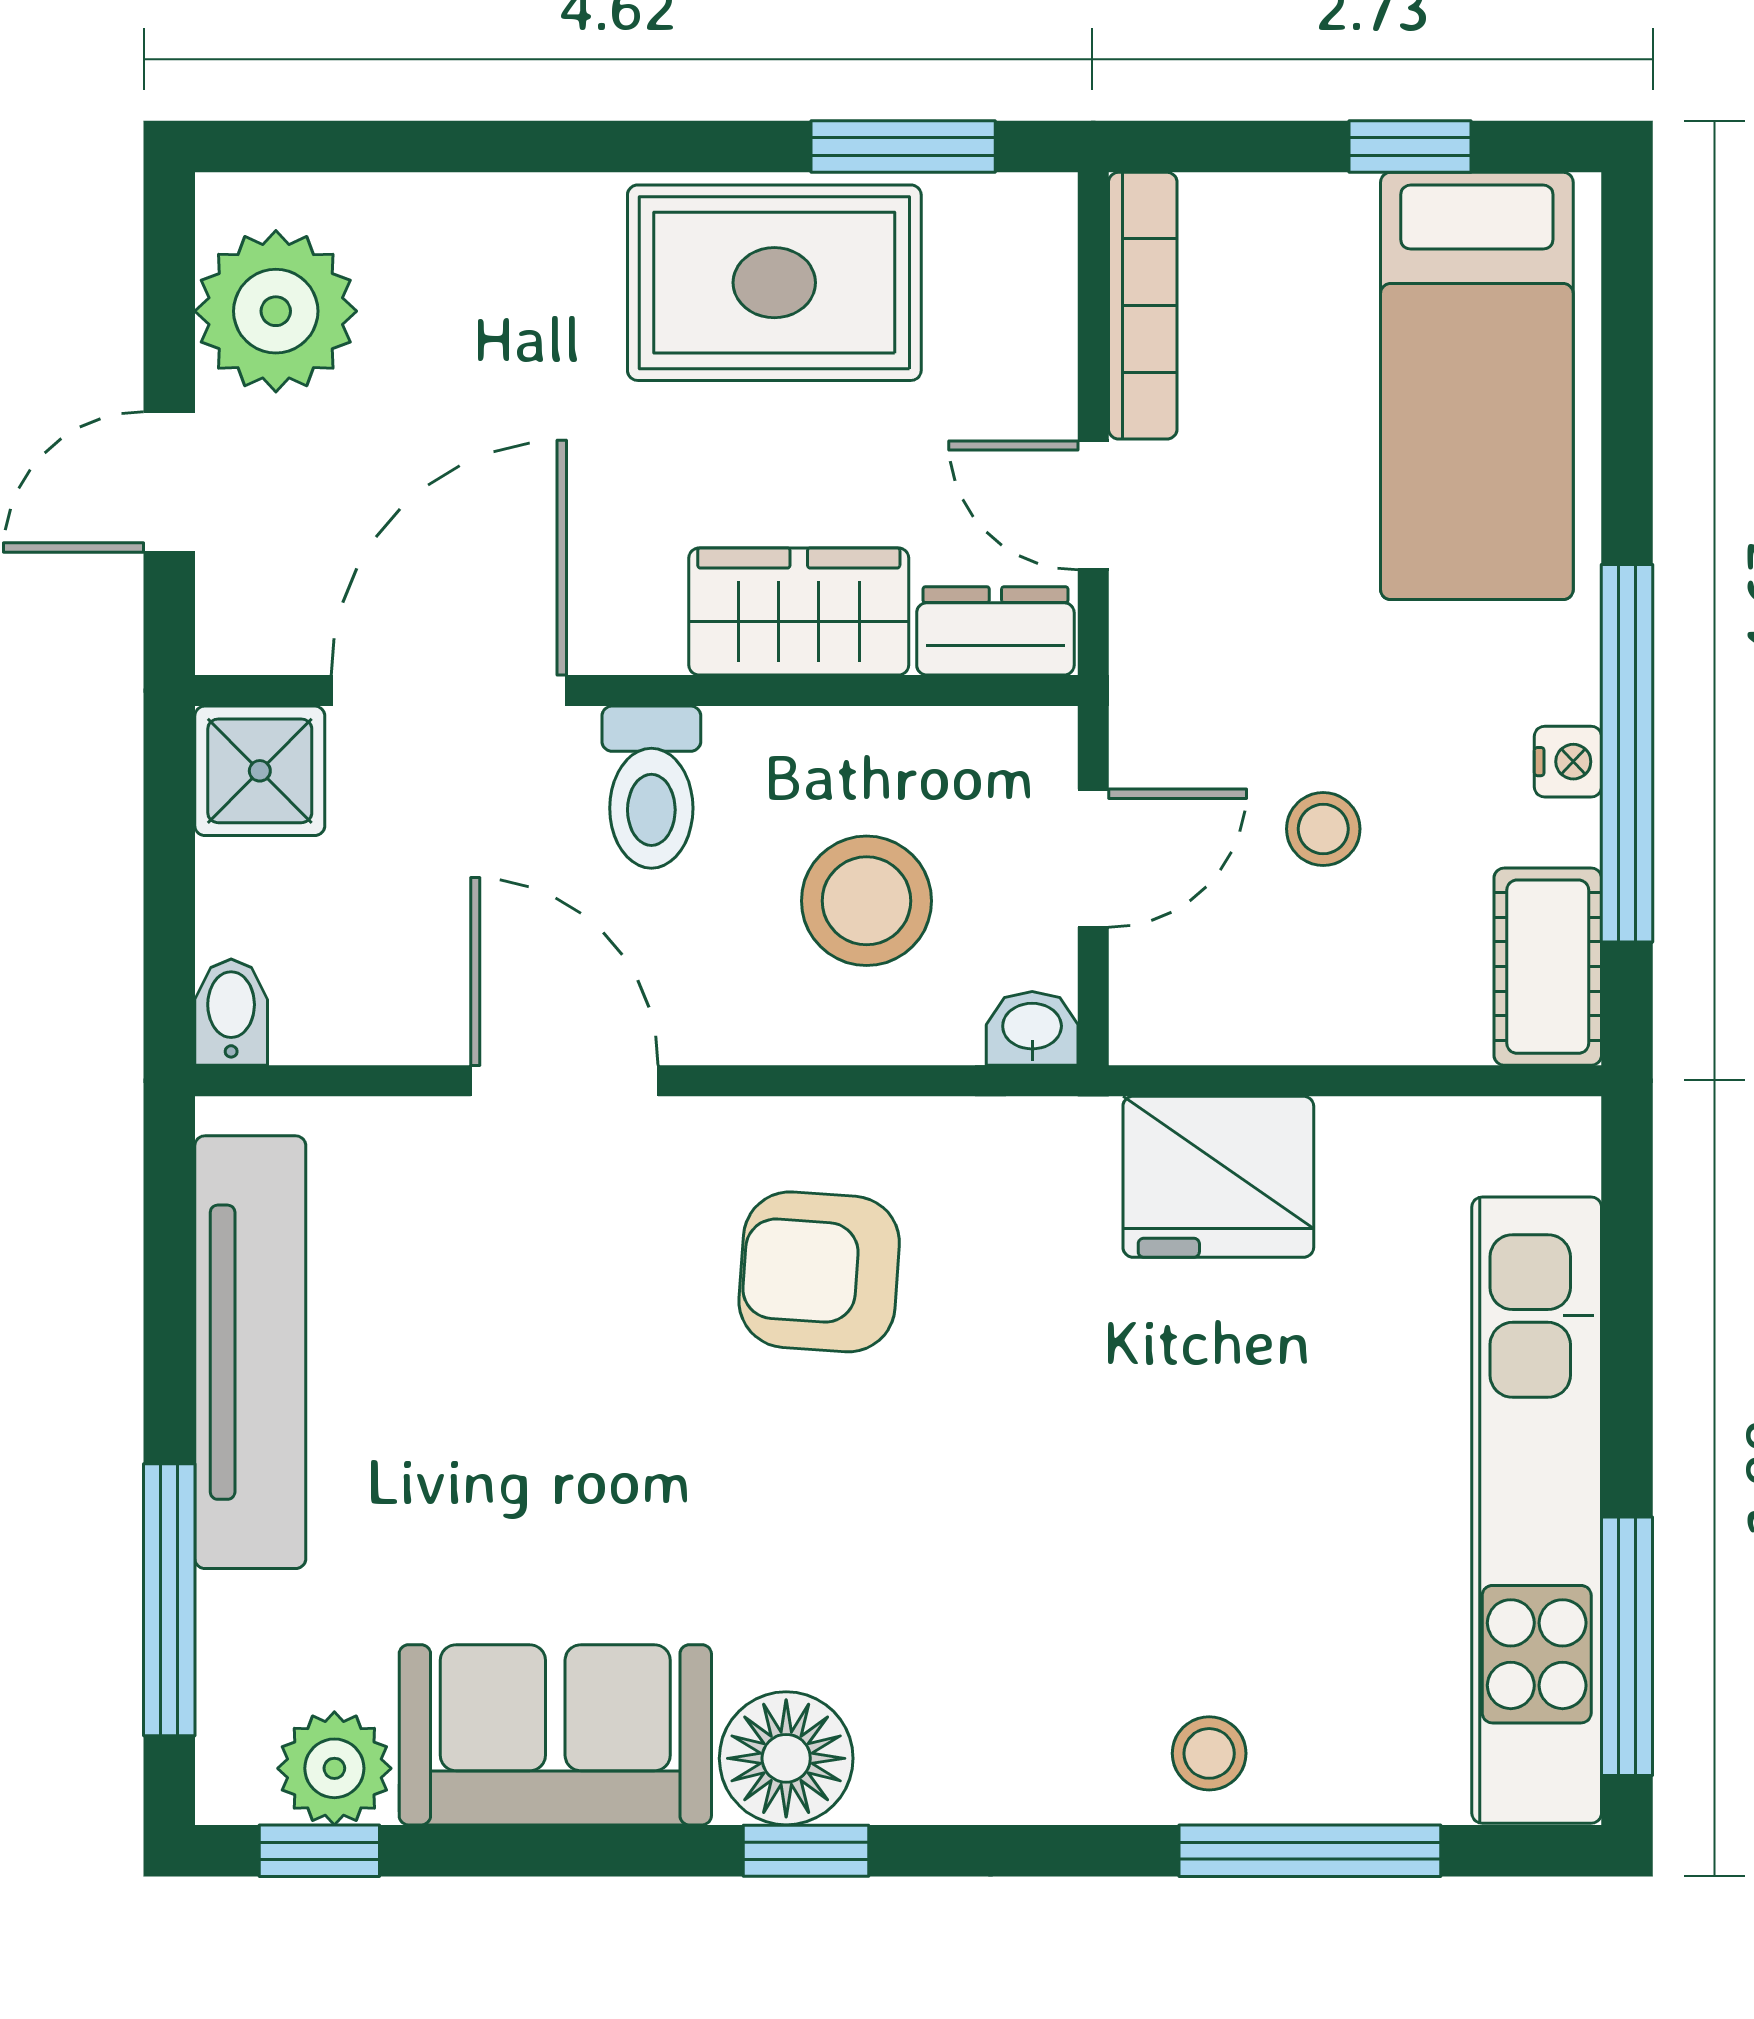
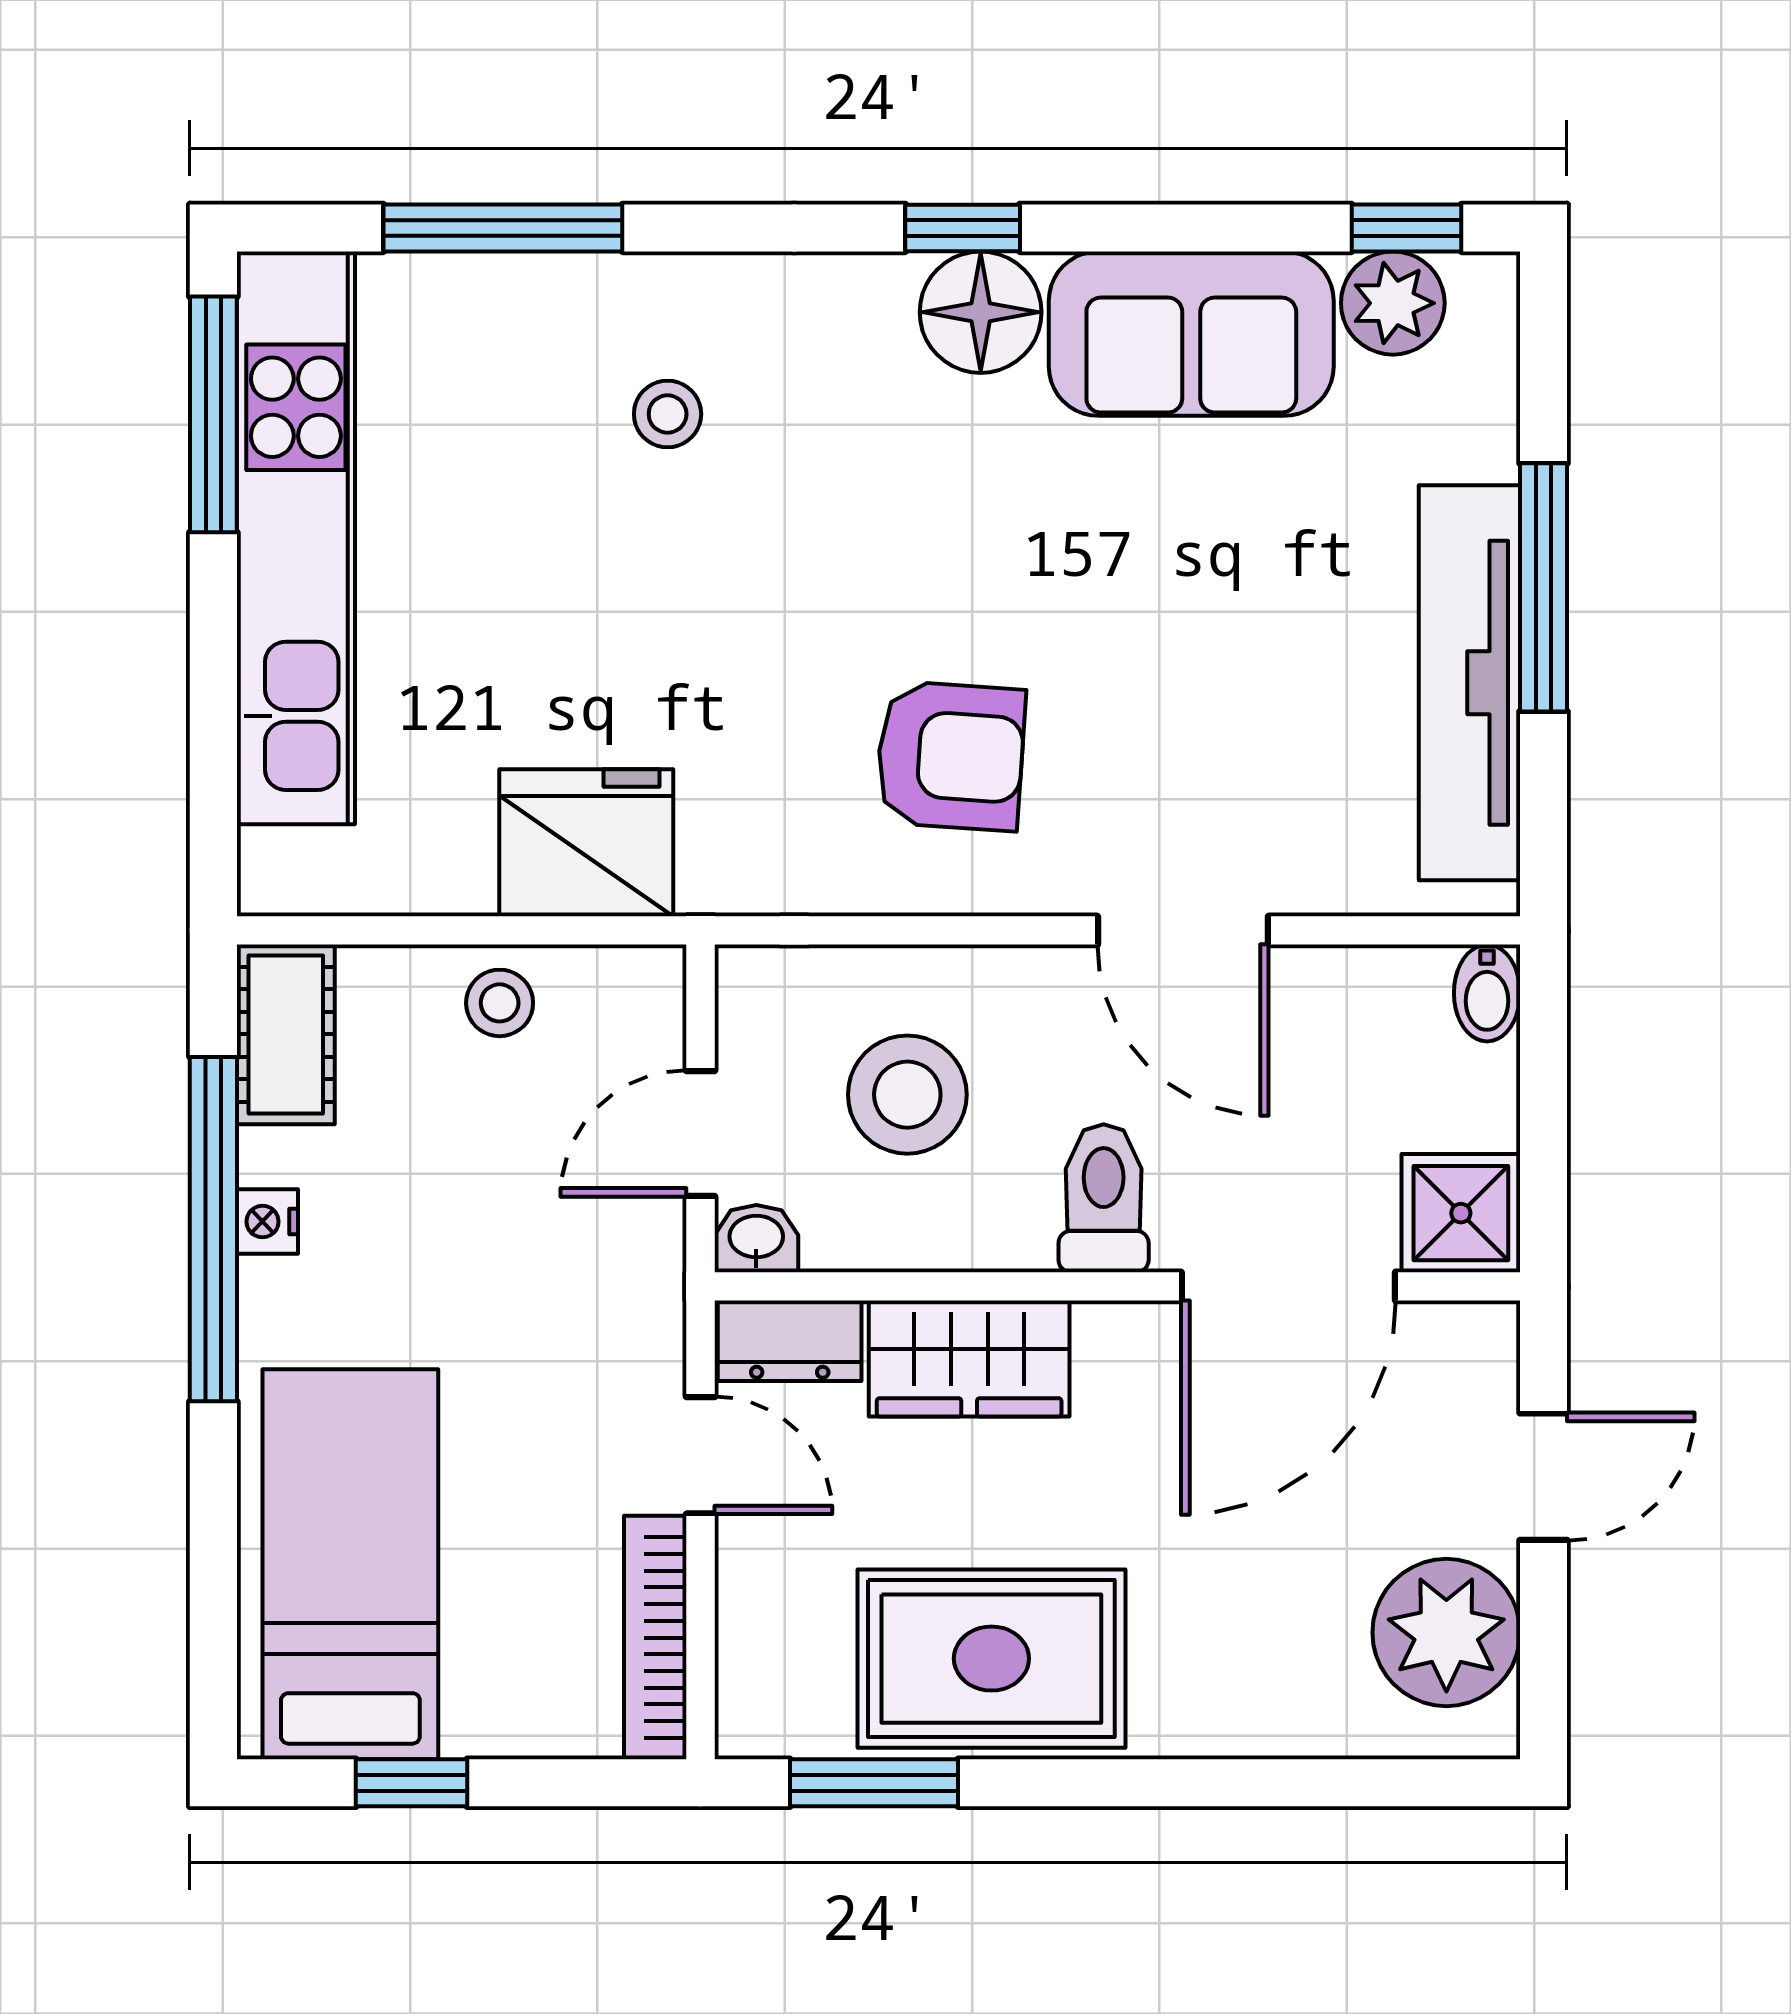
stool: (1323, 829) -> (500, 1003), moved
washbasin: (1032, 1028) -> (756, 1239), moved, turned 180
window: (169, 1600) -> (1543, 587), moved
stool: (1209, 1753) -> (668, 414), moved

